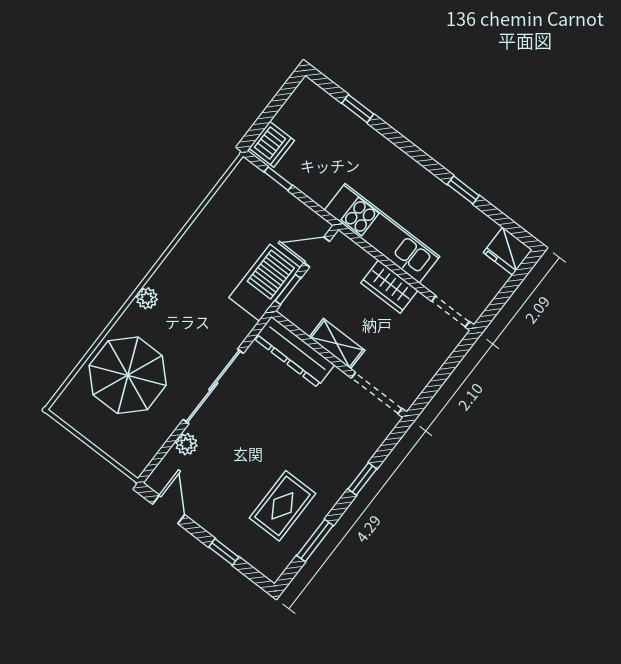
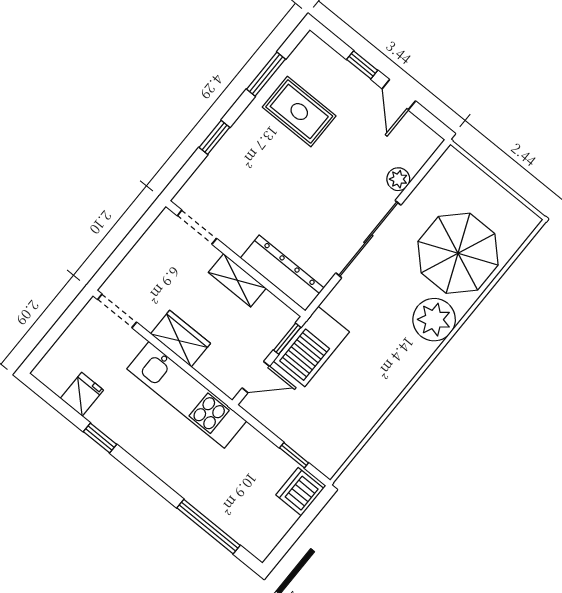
window: (358, 109) -> (208, 527), width x2.17
fridge: (508, 251) -> (82, 394), moved, width x0.72
plant: (147, 298) -> (434, 320), width x1.87, depth x1.87
doorway: (377, 393) -> (197, 227), width x0.73
rug: (282, 506) -> (299, 112), turned 90
door: (169, 509) -> (399, 95), moved

